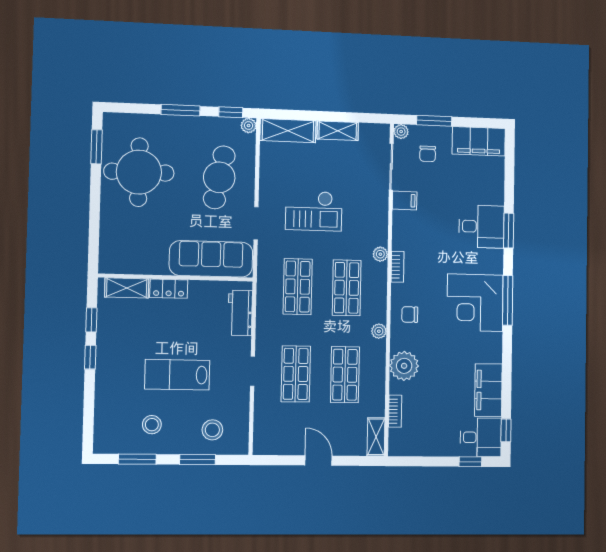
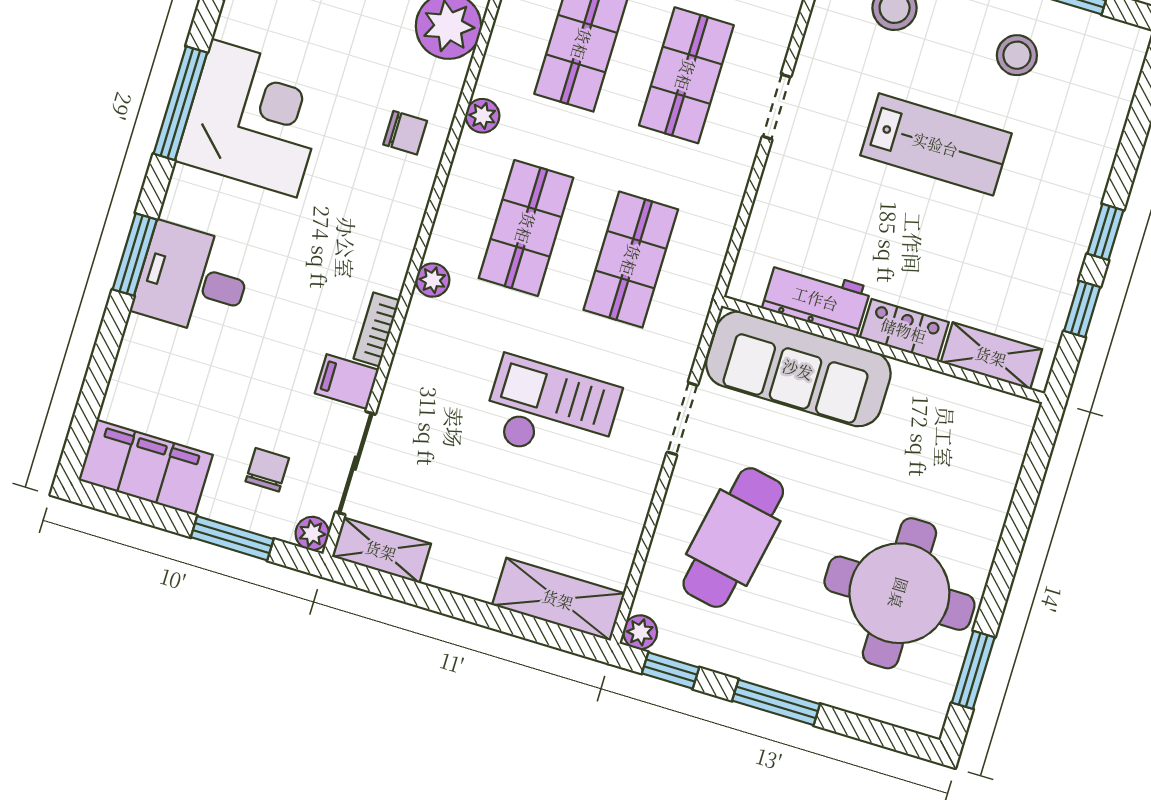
shelving: (338, 131) -> (381, 550), moved
bookcase: (397, 267) -> (377, 329), moved
workbench: (240, 313) -> (816, 298), moved, turned -90

